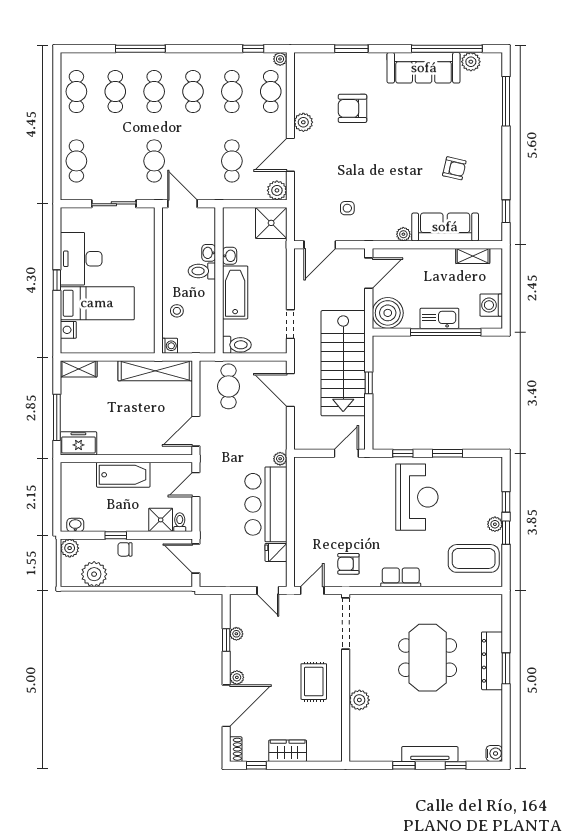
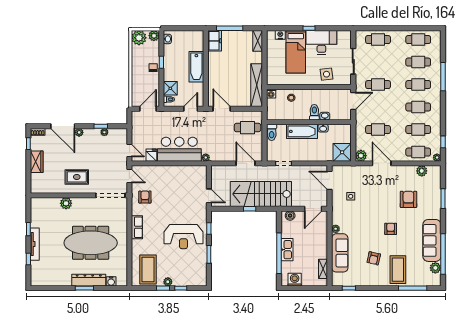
plant: (303, 122) -> (422, 171), moved
coffee table: (474, 127) -> (398, 270), added
armchair: (403, 139) -> (391, 229), added
side table: (136, 250) -> (326, 74), added
door: (369, 273) -> (313, 209), hinge flipped
boiler: (388, 313) -> (290, 216), width x0.54, depth x0.54
door: (290, 390) -> (245, 163), hinge flipped
door: (196, 485) -> (191, 109), hinge flipped
plant: (94, 574) -> (139, 38), moved
door: (268, 591) -> (129, 150), swing flipped
meeting table: (428, 658) -> (91, 243), width x1.36
water cooler: (494, 753) -> (111, 281), moved

